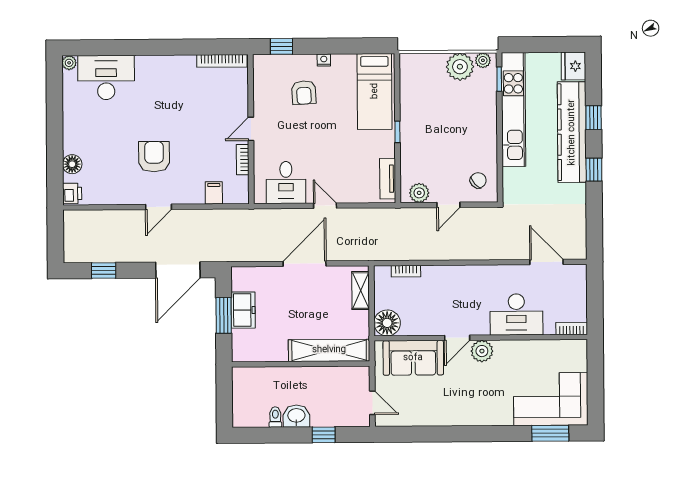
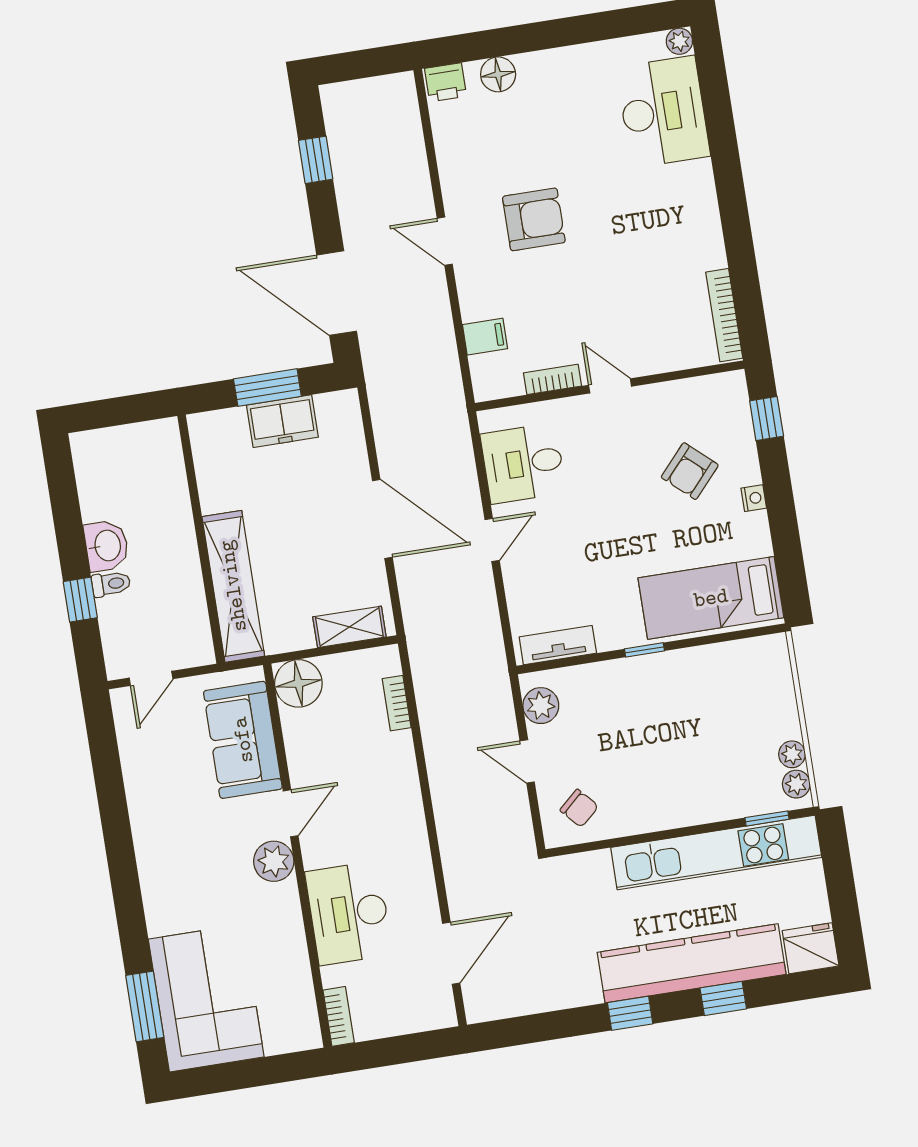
plant: (460, 67) -> (792, 754), width x0.53, depth x0.53
armchair: (304, 93) -> (690, 471), turned -45
door: (457, 338) -> (291, 813), swing flipped
toilet: (275, 417) -> (111, 584), moved

